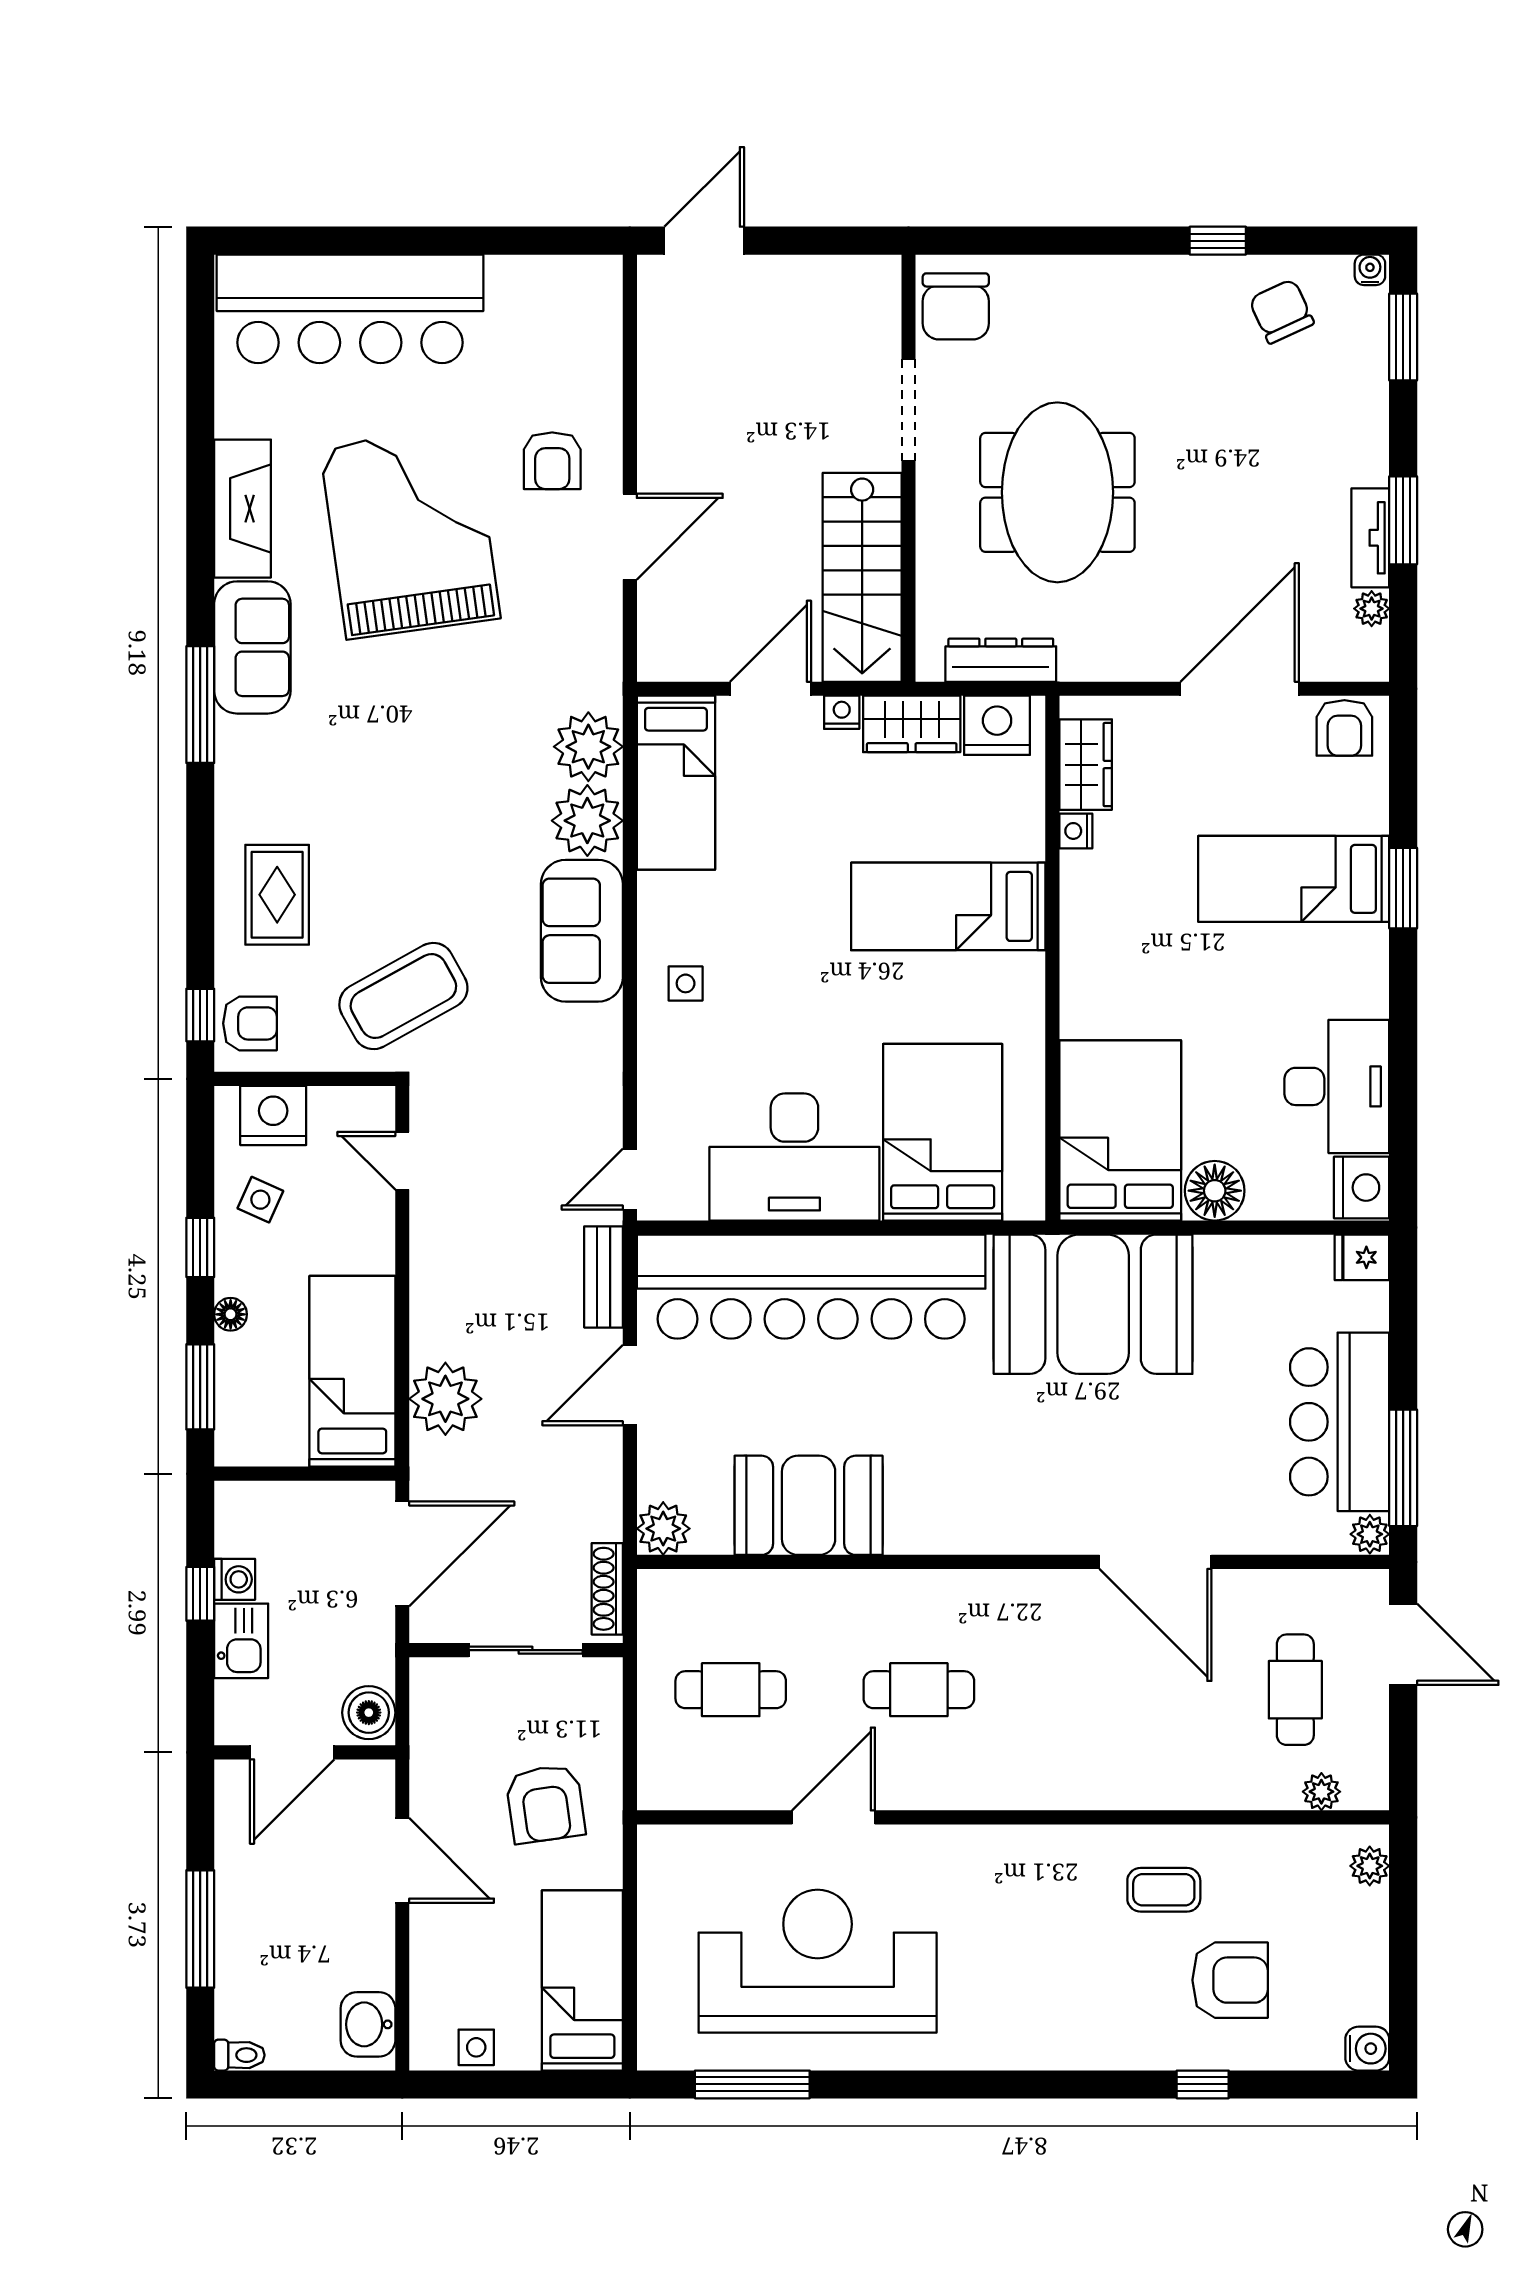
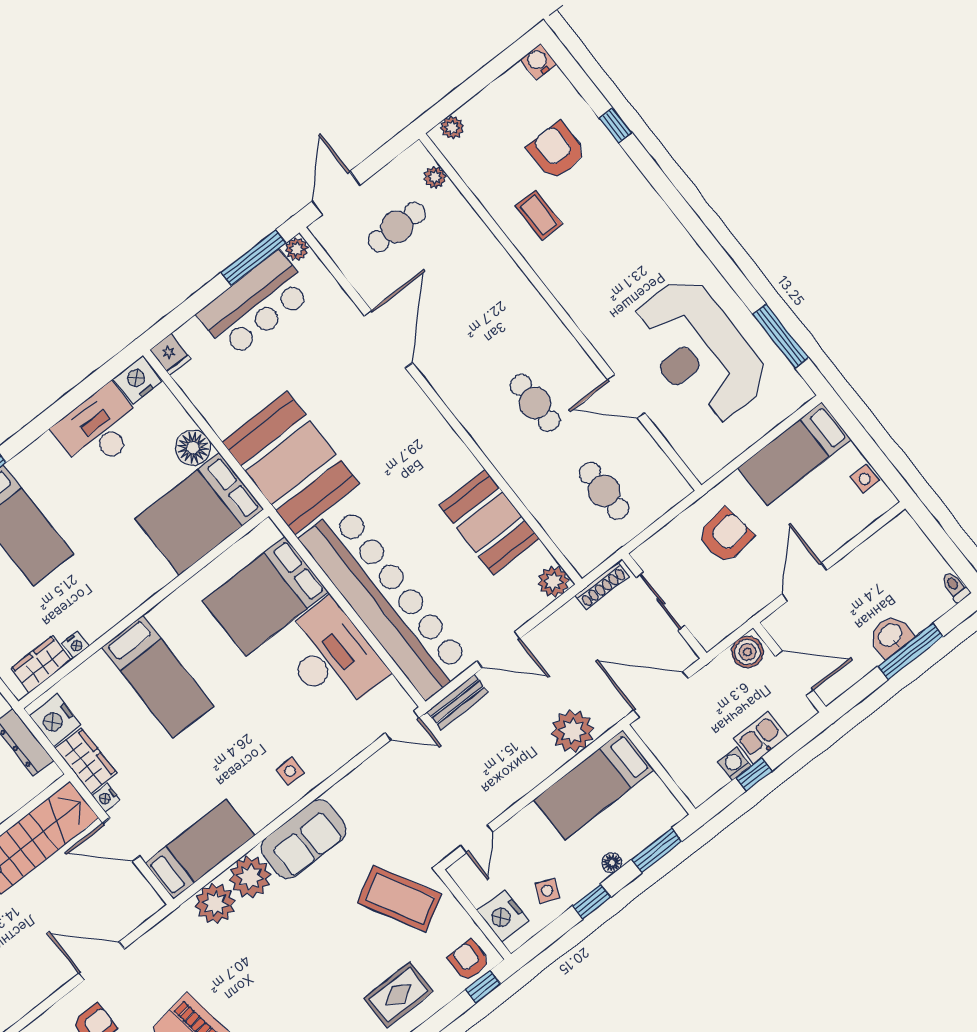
washbasin: (368, 2024) -> (891, 636), moved, turned 180

